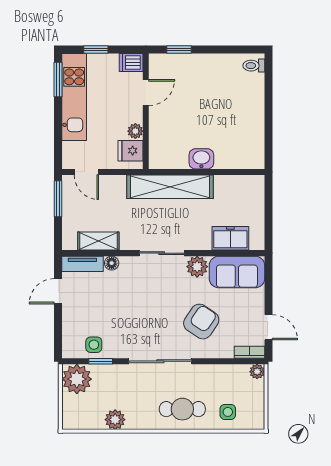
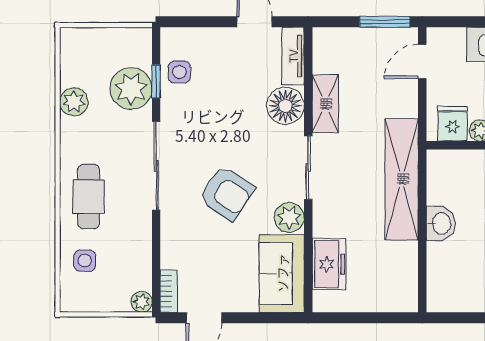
shelving: (98, 241) -> (325, 104), moved
floor lamp: (112, 263) -> (285, 106), width x1.89, depth x1.89
armchair: (201, 322) -> (227, 193), moved
plant: (77, 379) -> (131, 89), moved

